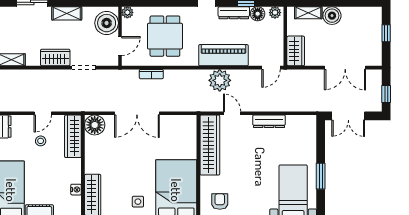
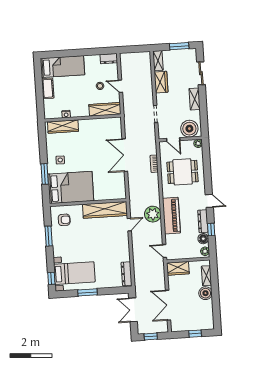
wardrobe: (55, 58) -> (161, 82), moved
dresser: (269, 121) -> (127, 274), moved
floor lamp: (95, 125) -> (114, 125), removed

